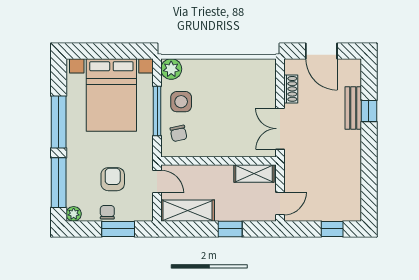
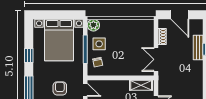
window: (59, 122) -> (29, 56), width x0.46

